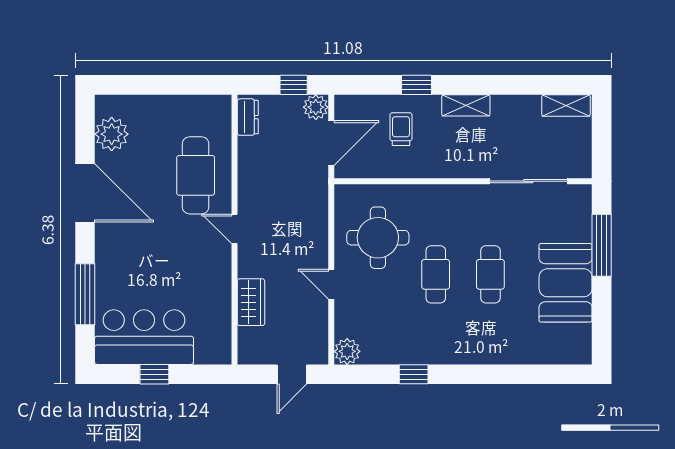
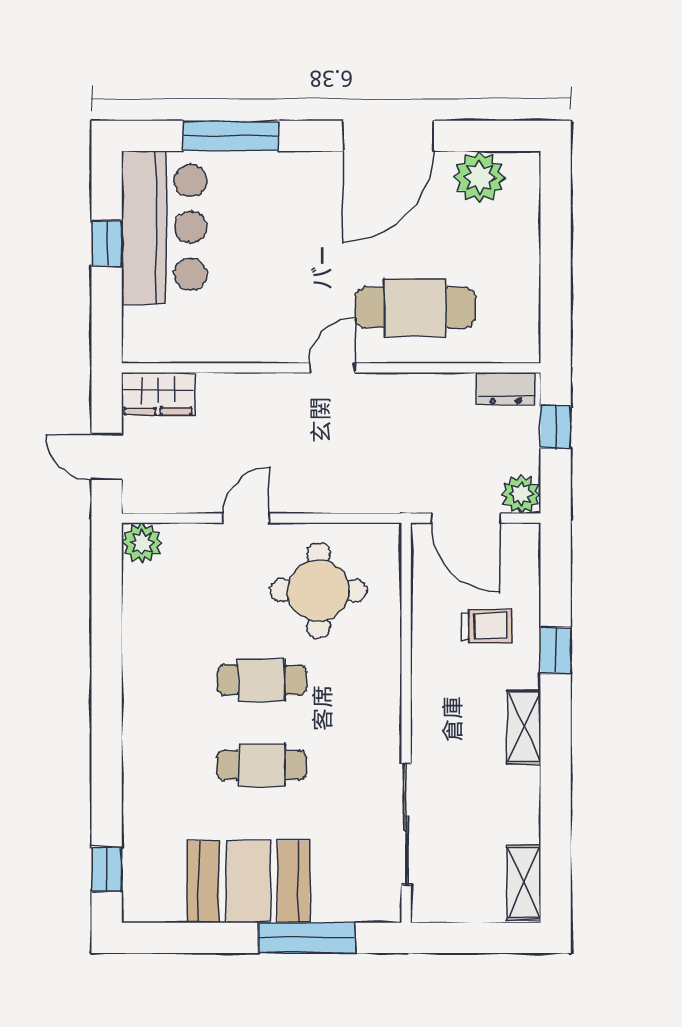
window: (294, 85) -> (556, 427), moved
wardrobe: (251, 302) -> (158, 394), moved
window: (414, 374) -> (107, 869), moved

